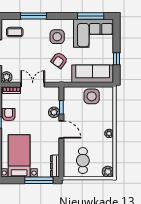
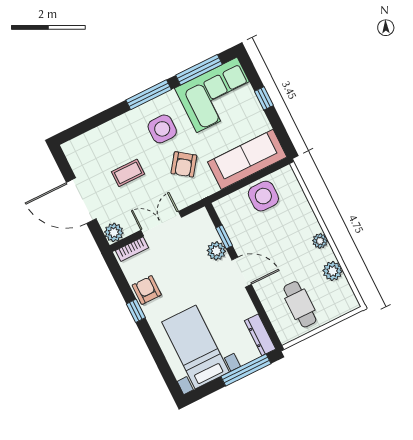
window: (34, 16) -> (149, 95), moved
coffee table: (15, 32) -> (128, 173), moved
window: (117, 59) -> (264, 98), moved
plant: (108, 172) -> (333, 271), moved

